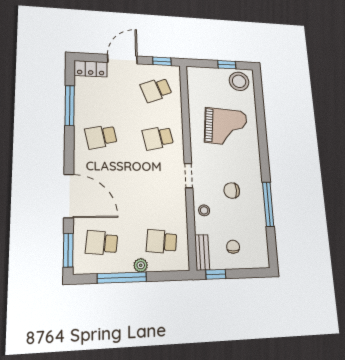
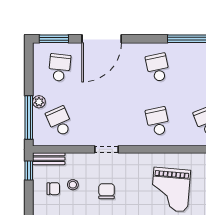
doorway: (188, 176) -> (107, 149), moved
stool: (204, 210) -> (73, 185), moved
school desk: (162, 242) -> (60, 121), turned -30
window: (122, 278) -> (29, 117), moved

